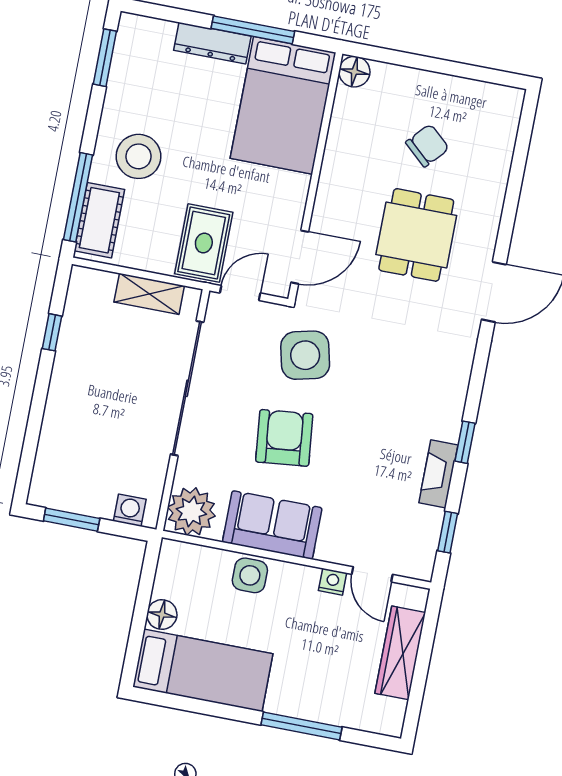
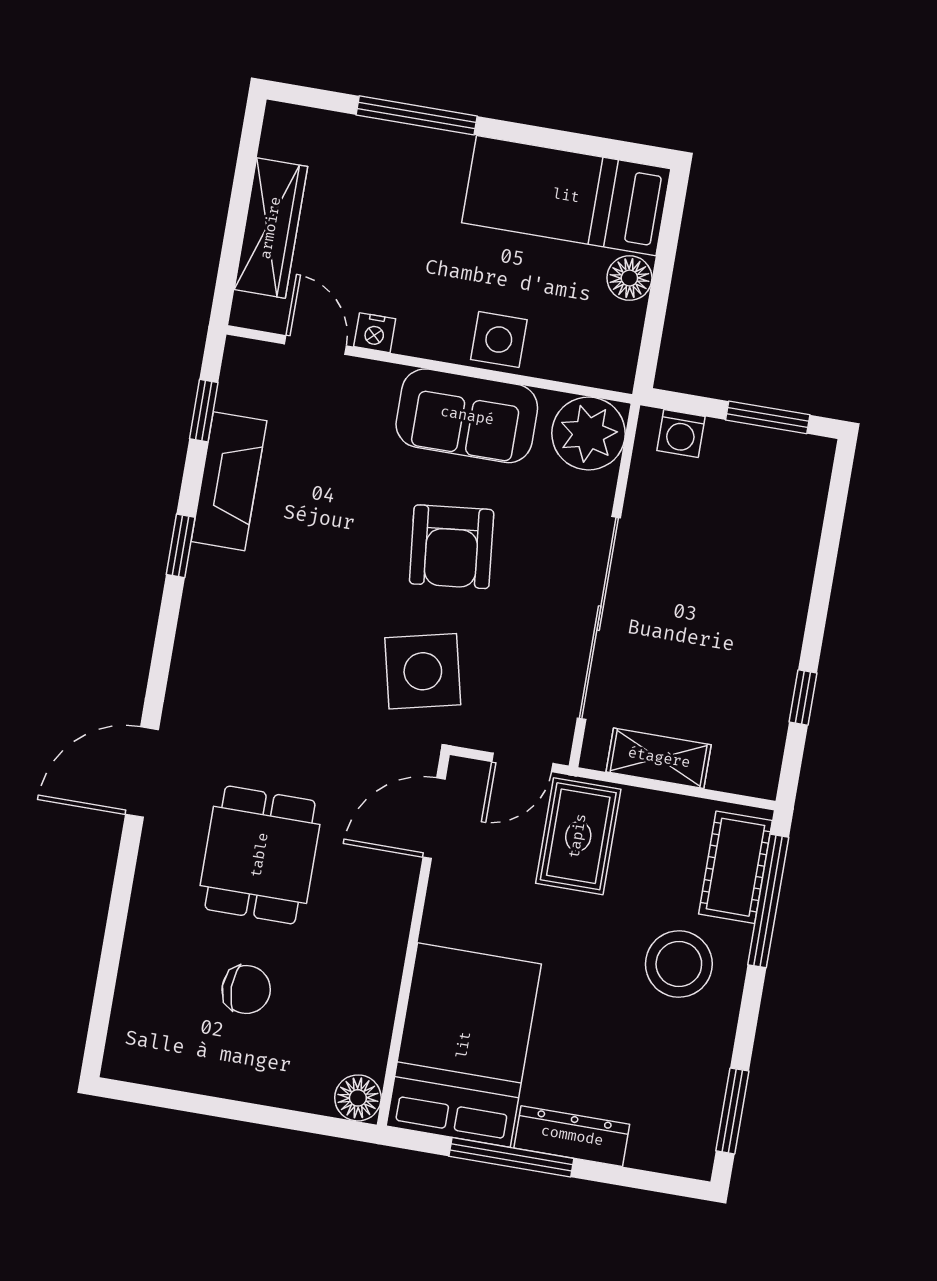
chair: (427, 145) -> (246, 989), turned -132
fireplace: (438, 474) -> (229, 481), width x1.37, depth x1.32

